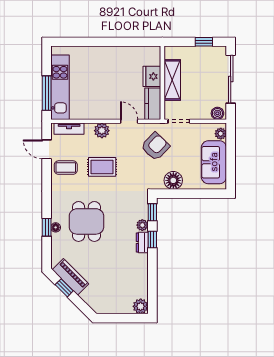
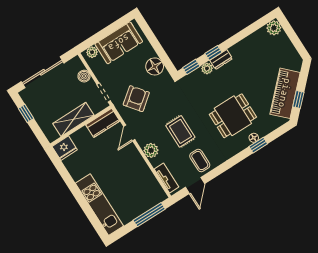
fridge: (152, 76) -> (65, 148), moved
kitchen unit: (60, 87) -> (99, 205), moved, turned 90
boiler: (217, 113) -> (84, 76), moved
armchair: (155, 146) -> (136, 99), turned 98
piano: (71, 277) -> (285, 93), width x1.37, depth x1.33

